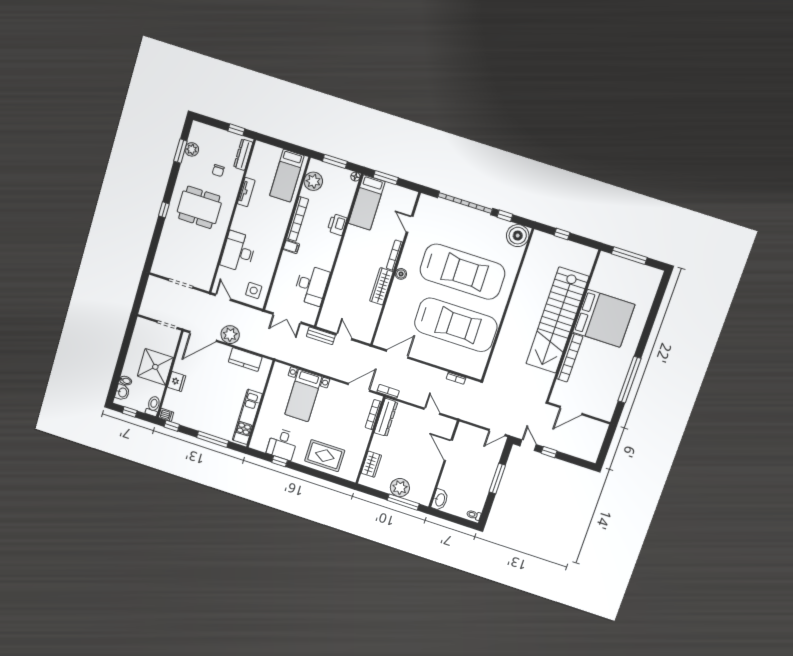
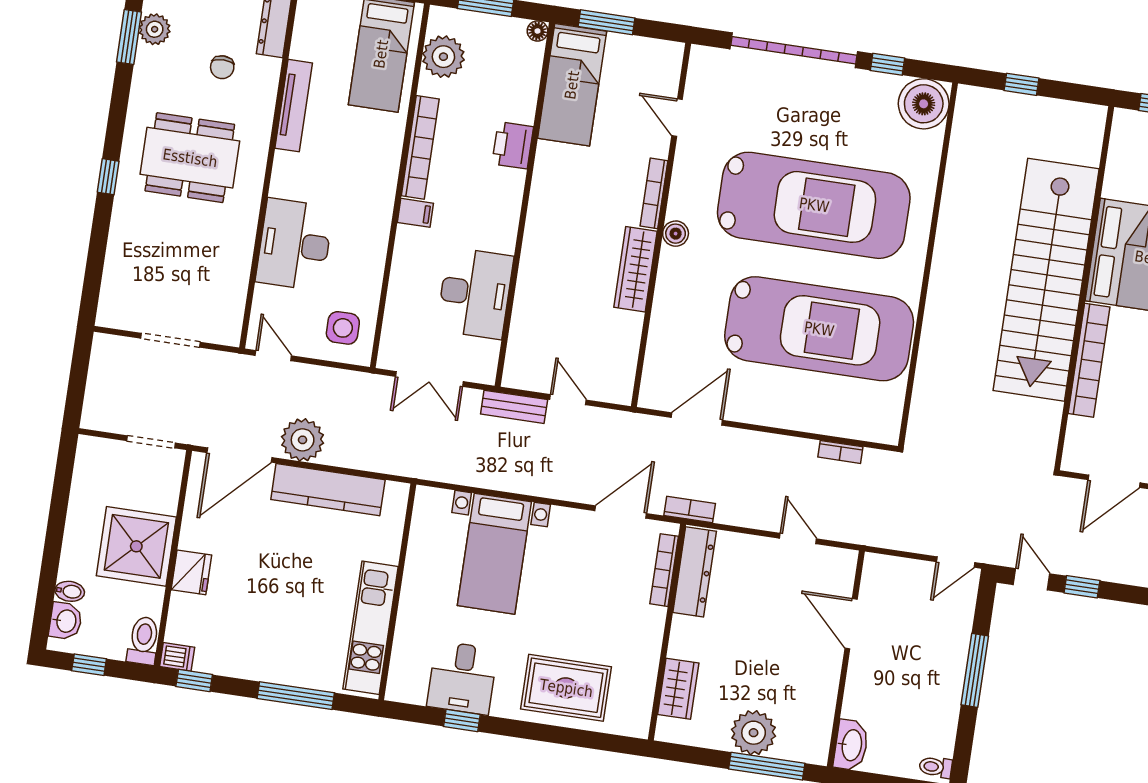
tv unit: (246, 192) -> (294, 106), width x1.41
kitchen counter: (245, 360) -> (328, 490), width x1.50

